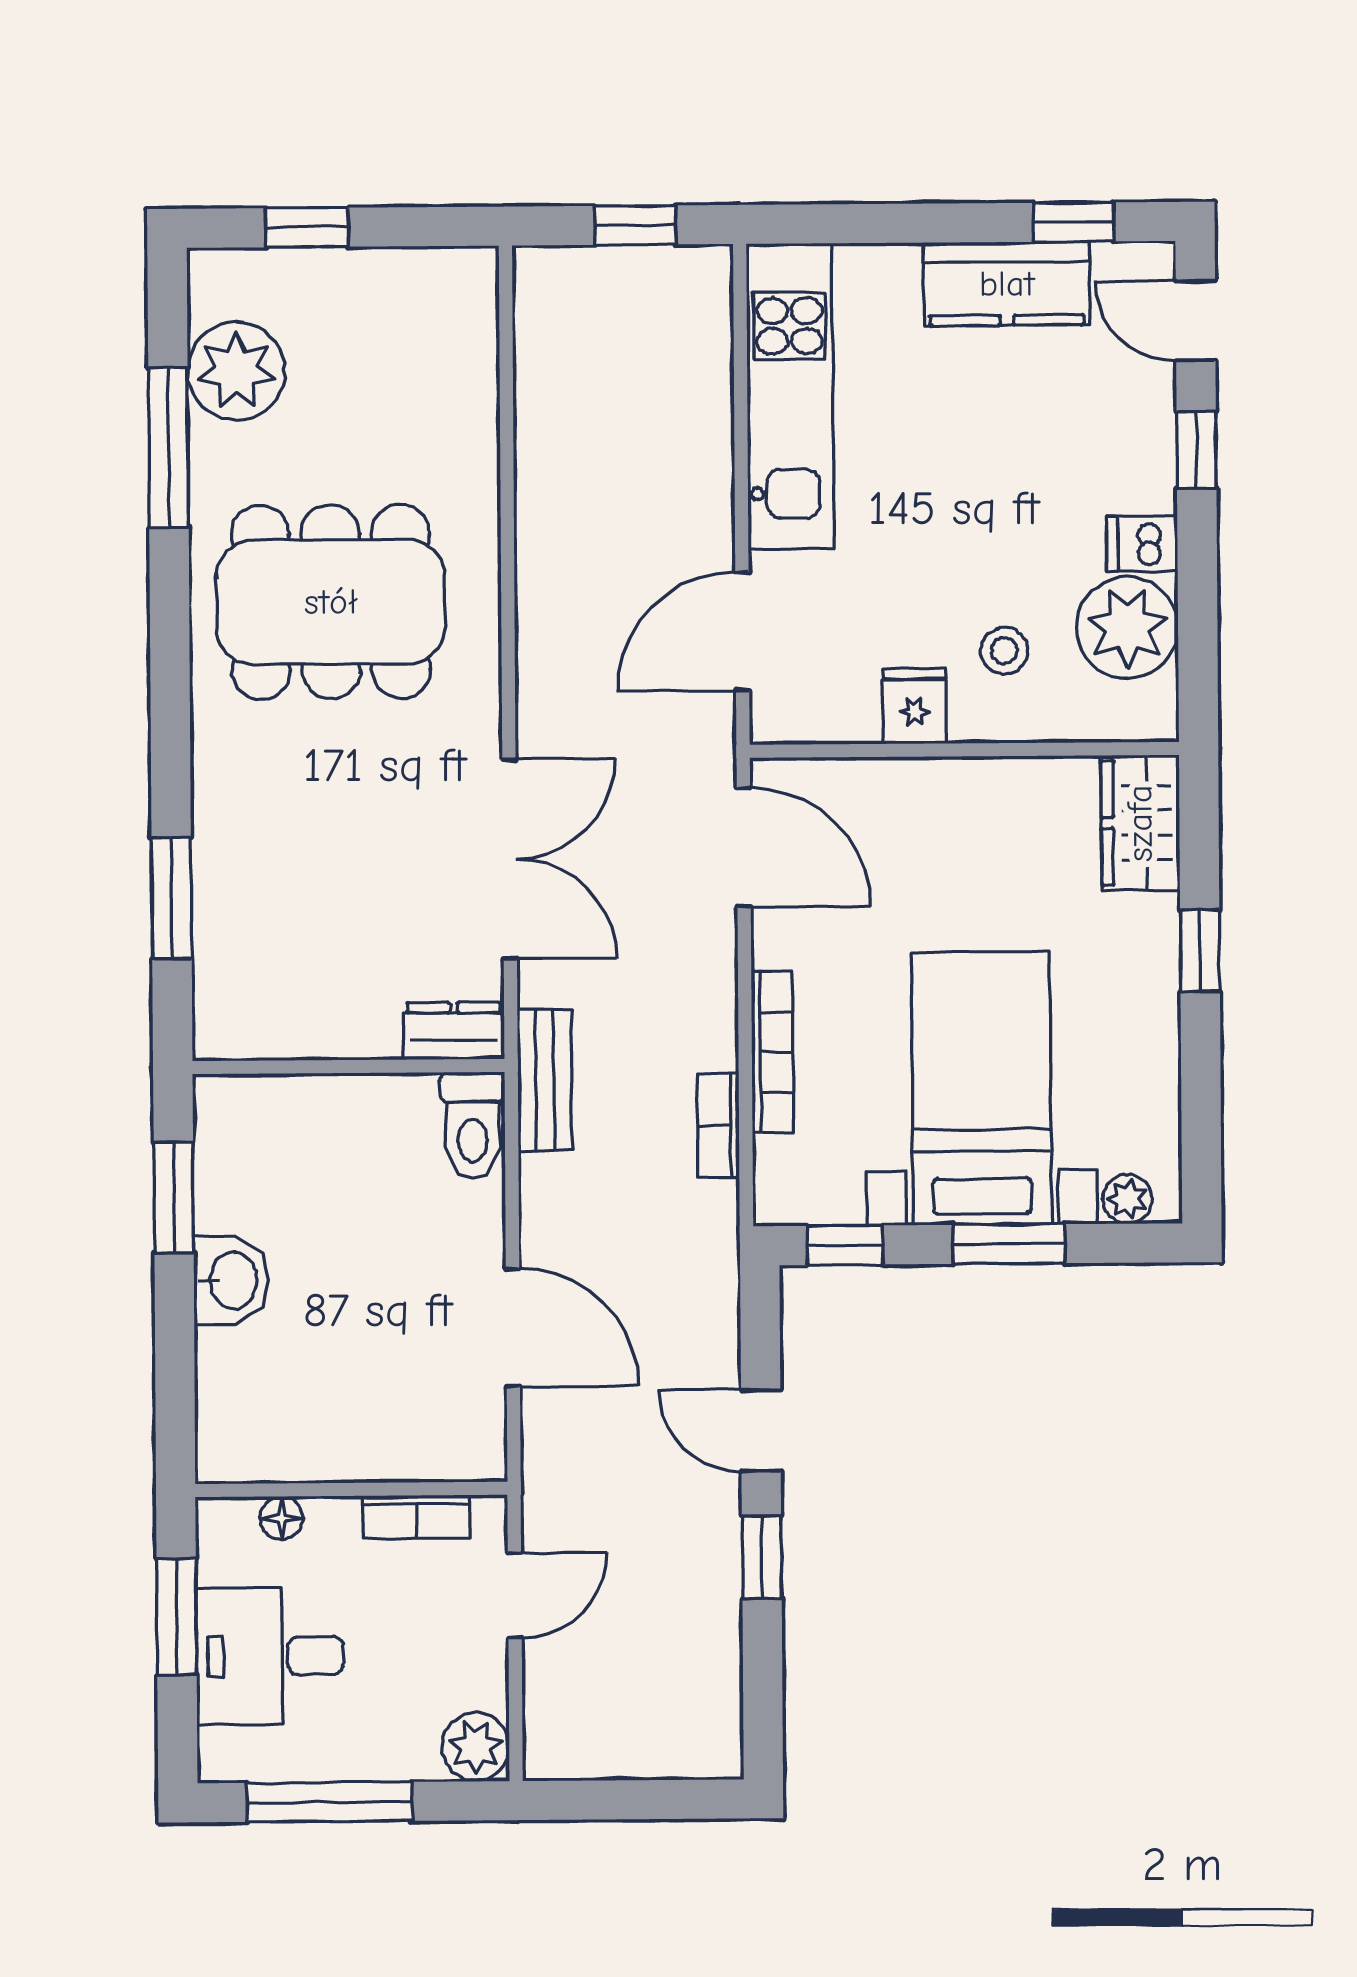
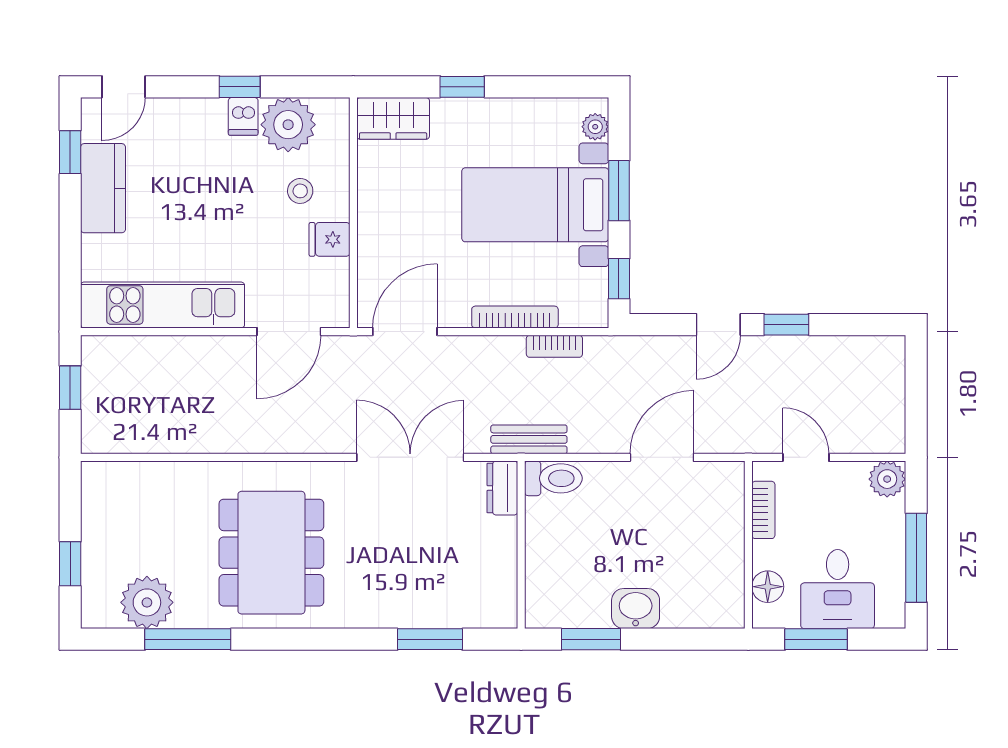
window: (1196, 450) -> (240, 87), moved
door: (742, 631) -> (289, 332), hinge flipped
floor lamp: (282, 1518) -> (768, 587), width x1.37, depth x1.37

